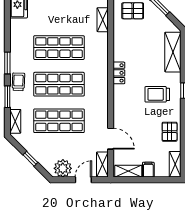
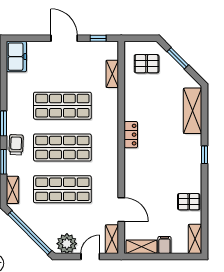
trolley: (157, 94) -> (175, 159), removed
pallet: (170, 132) -> (189, 202), turned 90
window: (30, 159) -> (30, 233), width x3.17

